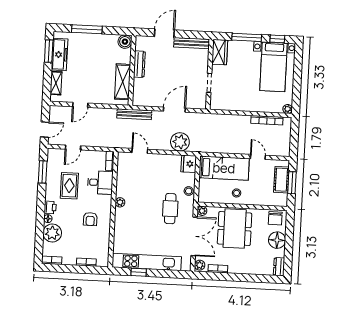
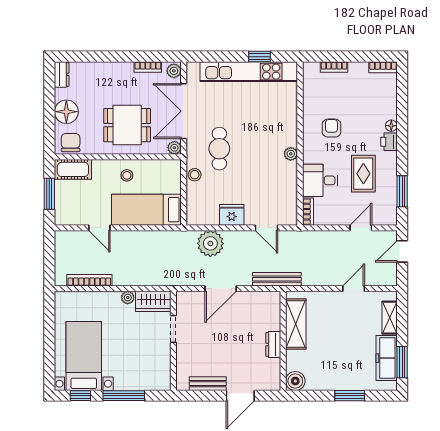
window: (87, 29) -> (350, 396), width x0.69
bench: (192, 43) -> (208, 384), width x0.73
wardrobe: (220, 52) -> (153, 301), moved, turned -90
dresser: (139, 64) -> (273, 344), width x0.70
plant: (288, 109) -> (128, 298), moved
fridge: (189, 164) -> (232, 215), moved, turned -90
cot: (281, 180) -> (73, 169), moved, turned 90
dining table: (235, 229) -> (127, 125), width x0.73
plant: (52, 233) -> (384, 106), removed

